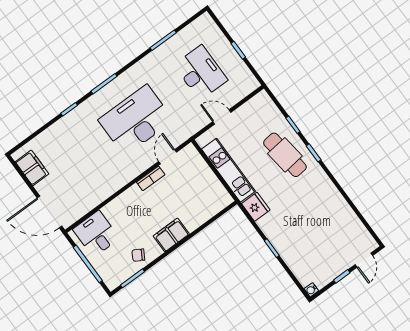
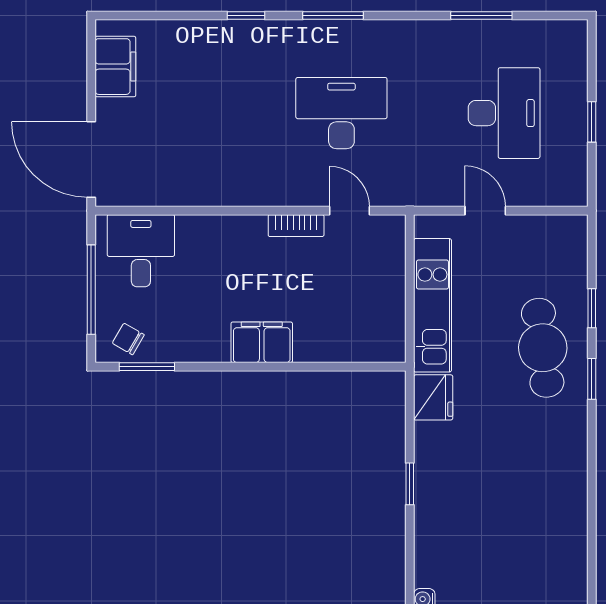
desk: (136, 120) -> (341, 113), width x0.73, depth x0.77
door: (168, 157) -> (349, 211), hinge flipped
chair: (138, 255) -> (128, 339), moved

